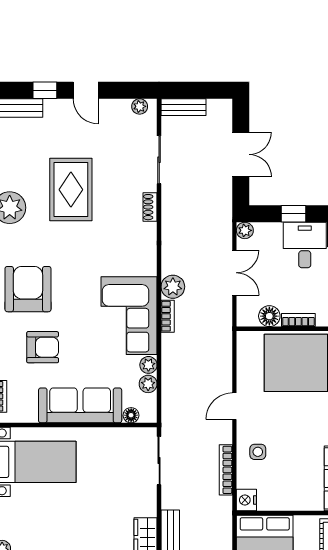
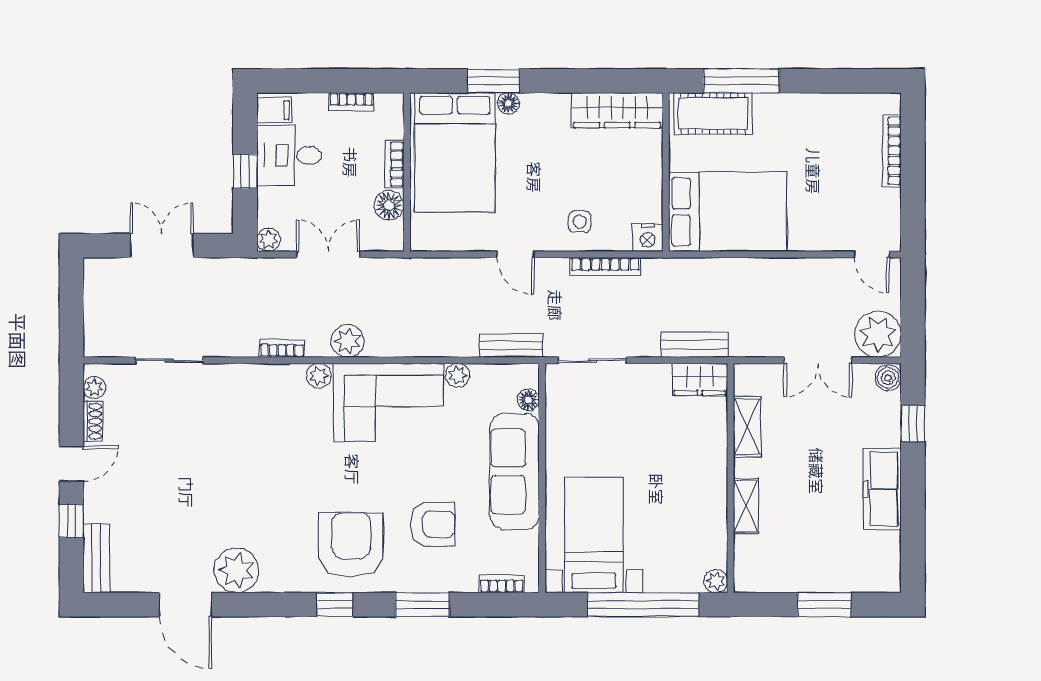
bench: (183, 107) -> (511, 345), moved, turned 90
rug: (71, 190) -> (211, 484), removed
shoe rack: (150, 207) -> (93, 421), moved, turned -90
armchair: (28, 289) -> (351, 545), turned 90
bookcase: (168, 316) -> (282, 348), moved
armchair: (43, 347) -> (433, 524), turned 90
plant: (148, 384) -> (319, 376), moved

